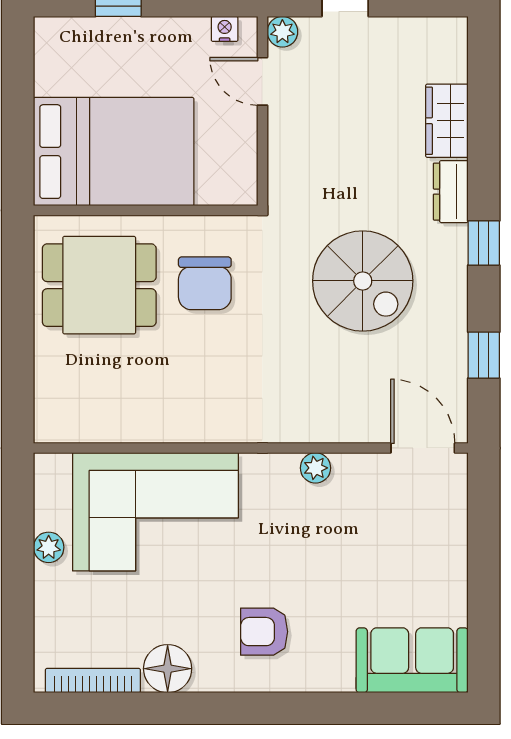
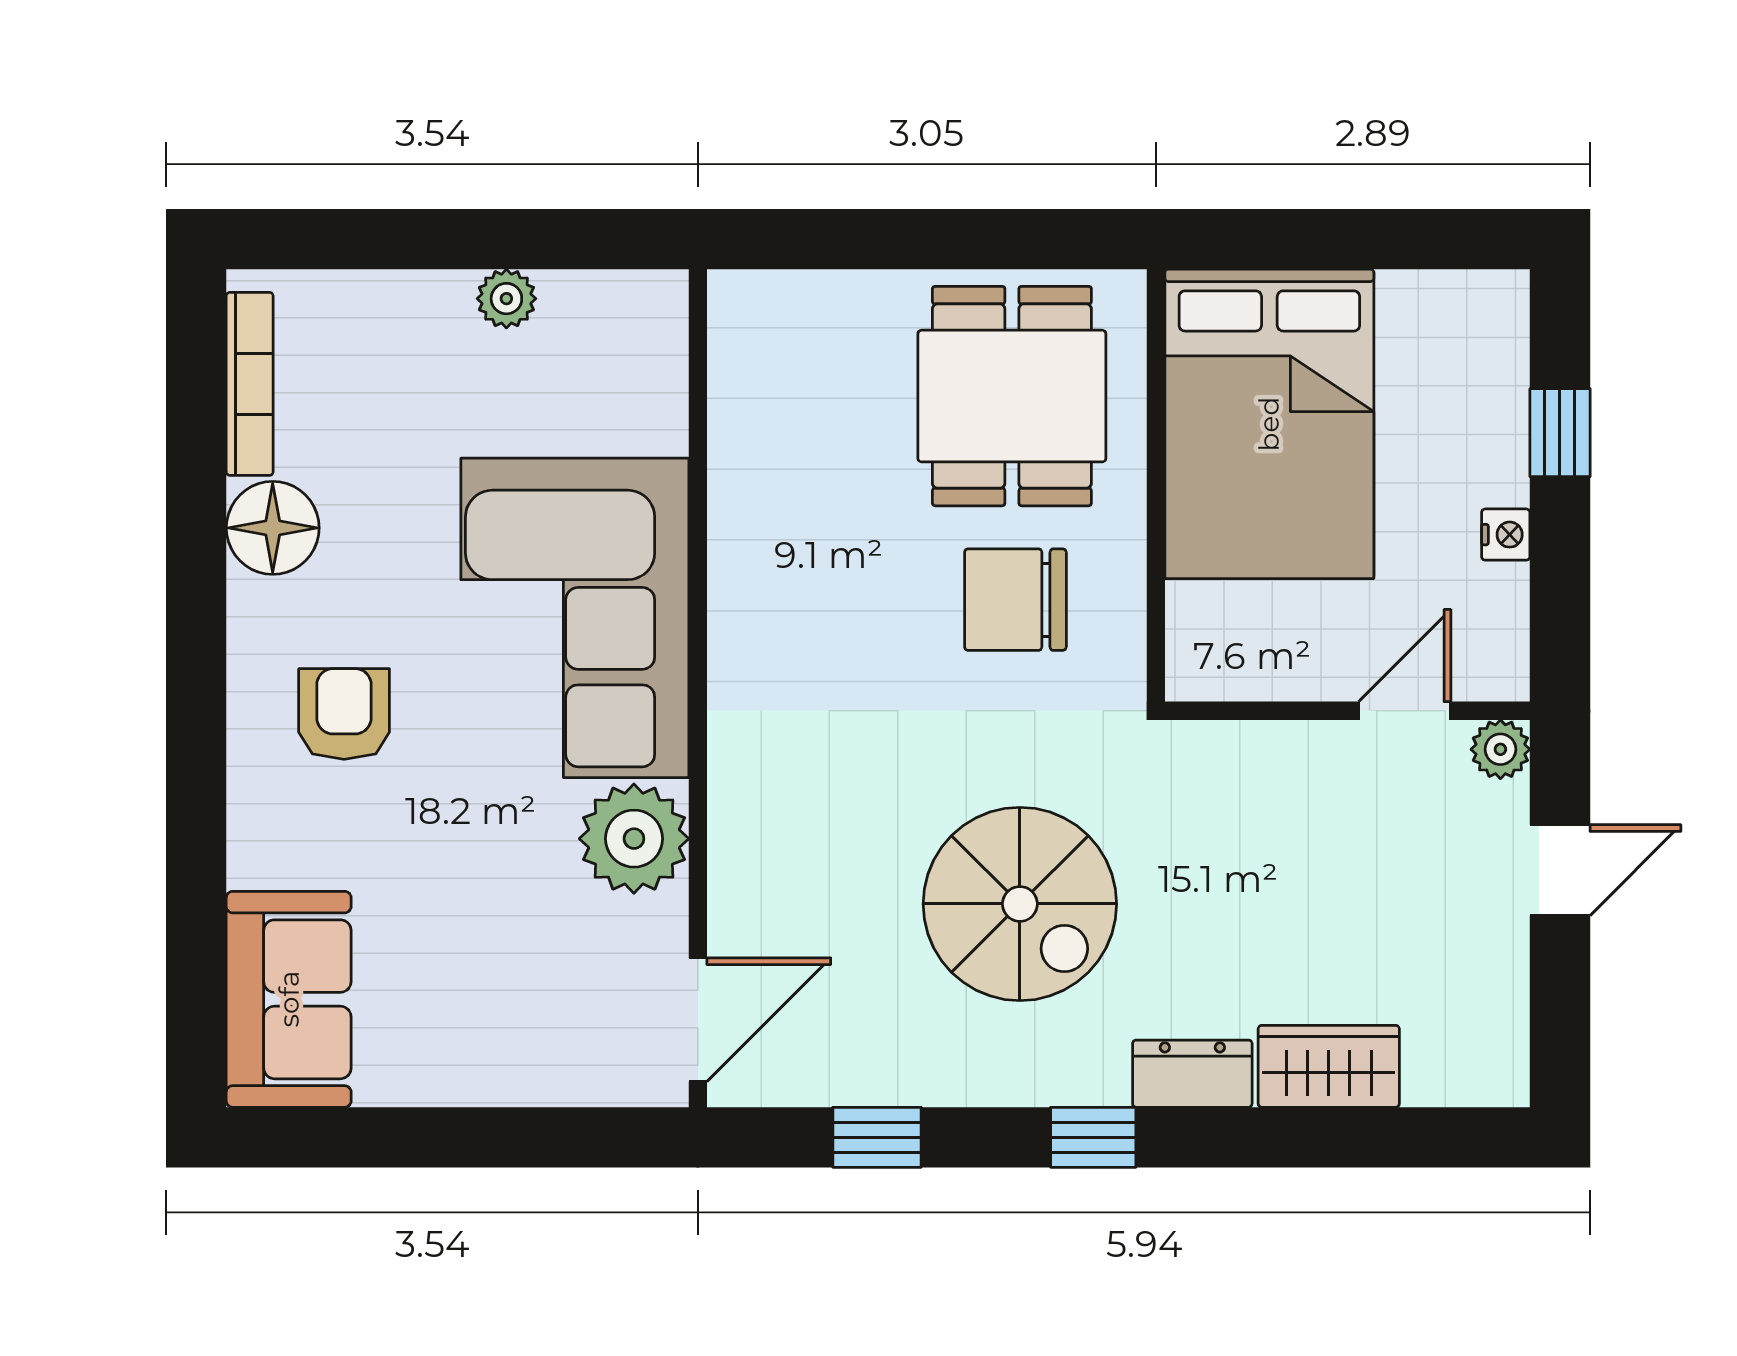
nightstand: (225, 29) -> (1506, 535), moved
spiral stairs: (363, 281) -> (1020, 904), turned -90
plant: (316, 468) -> (634, 839), width x1.87, depth x1.87
corner sofa: (155, 512) -> (575, 618), moved

